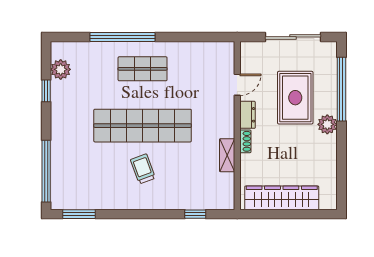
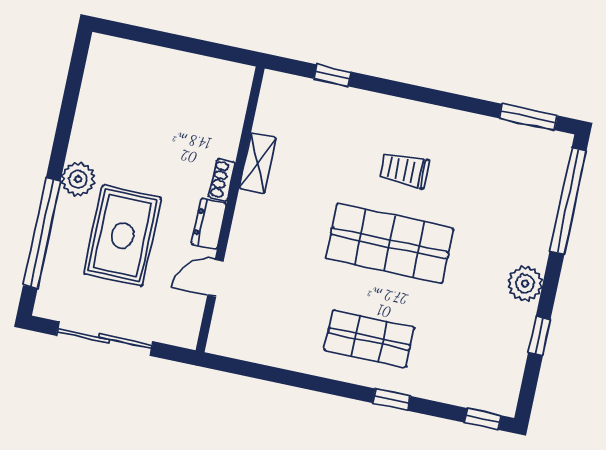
window: (68, 37) -> (483, 419), added
window: (123, 37) -> (391, 400), width x0.32
plant: (61, 69) -> (525, 284), moved
shop shelf: (143, 126) -> (389, 243), width x0.71
trolley: (143, 169) -> (404, 170), turned 110
wardrobe: (282, 198) -> (181, 72), removed

